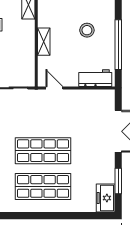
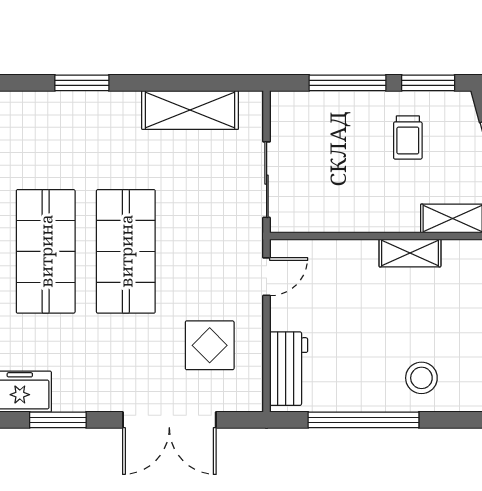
stool: (87, 30) -> (421, 378), moved
shelving: (44, 42) -> (410, 253), moved
display table: (85, 113) -> (210, 345), added

